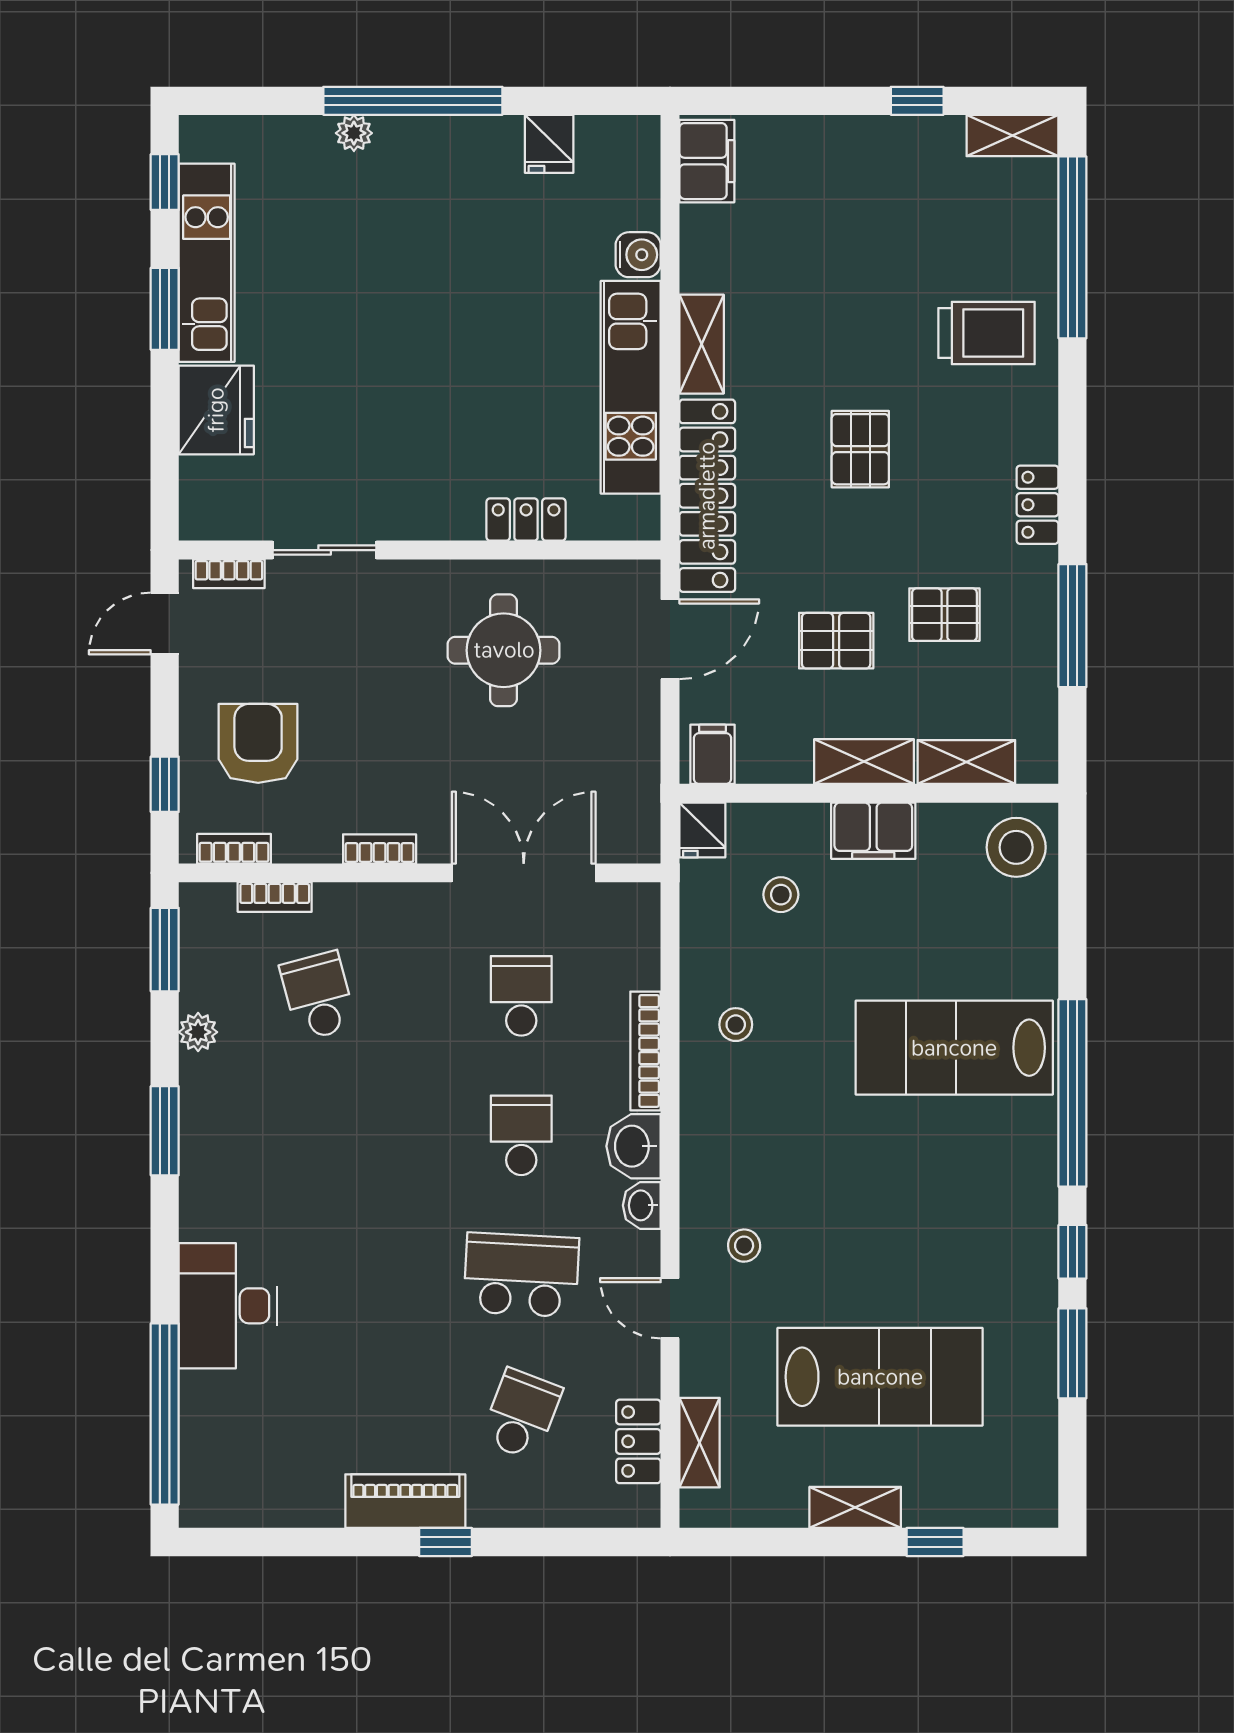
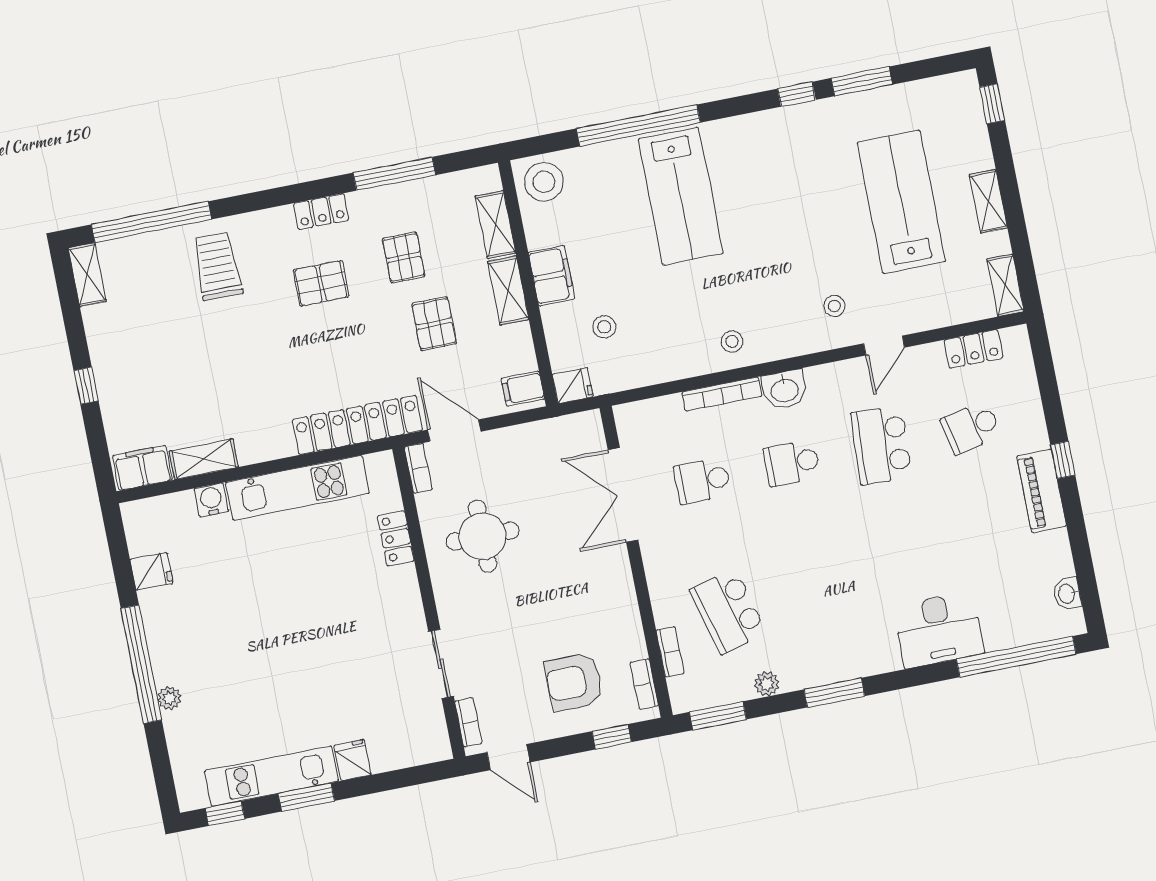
window: (917, 101) -> (86, 386), moved
shelving: (702, 344) -> (204, 459), moved
fridge: (216, 410) -> (353, 760), width x0.53, depth x0.75
pallet: (860, 449) -> (321, 283), moved
bookcase: (380, 849) -> (418, 468), moved, turned 180
school desk: (318, 996) -> (728, 611), width x1.85
stool: (736, 1025) -> (732, 341), moved
window: (1072, 1093) -> (638, 126), moved
washbasin: (642, 1205) -> (1067, 594), moved, turned 90
school desk: (521, 1414) -> (971, 428), turned -33
shelving: (700, 1443) -> (1005, 285), moved, turned 90
window: (935, 1542) -> (992, 104), moved

